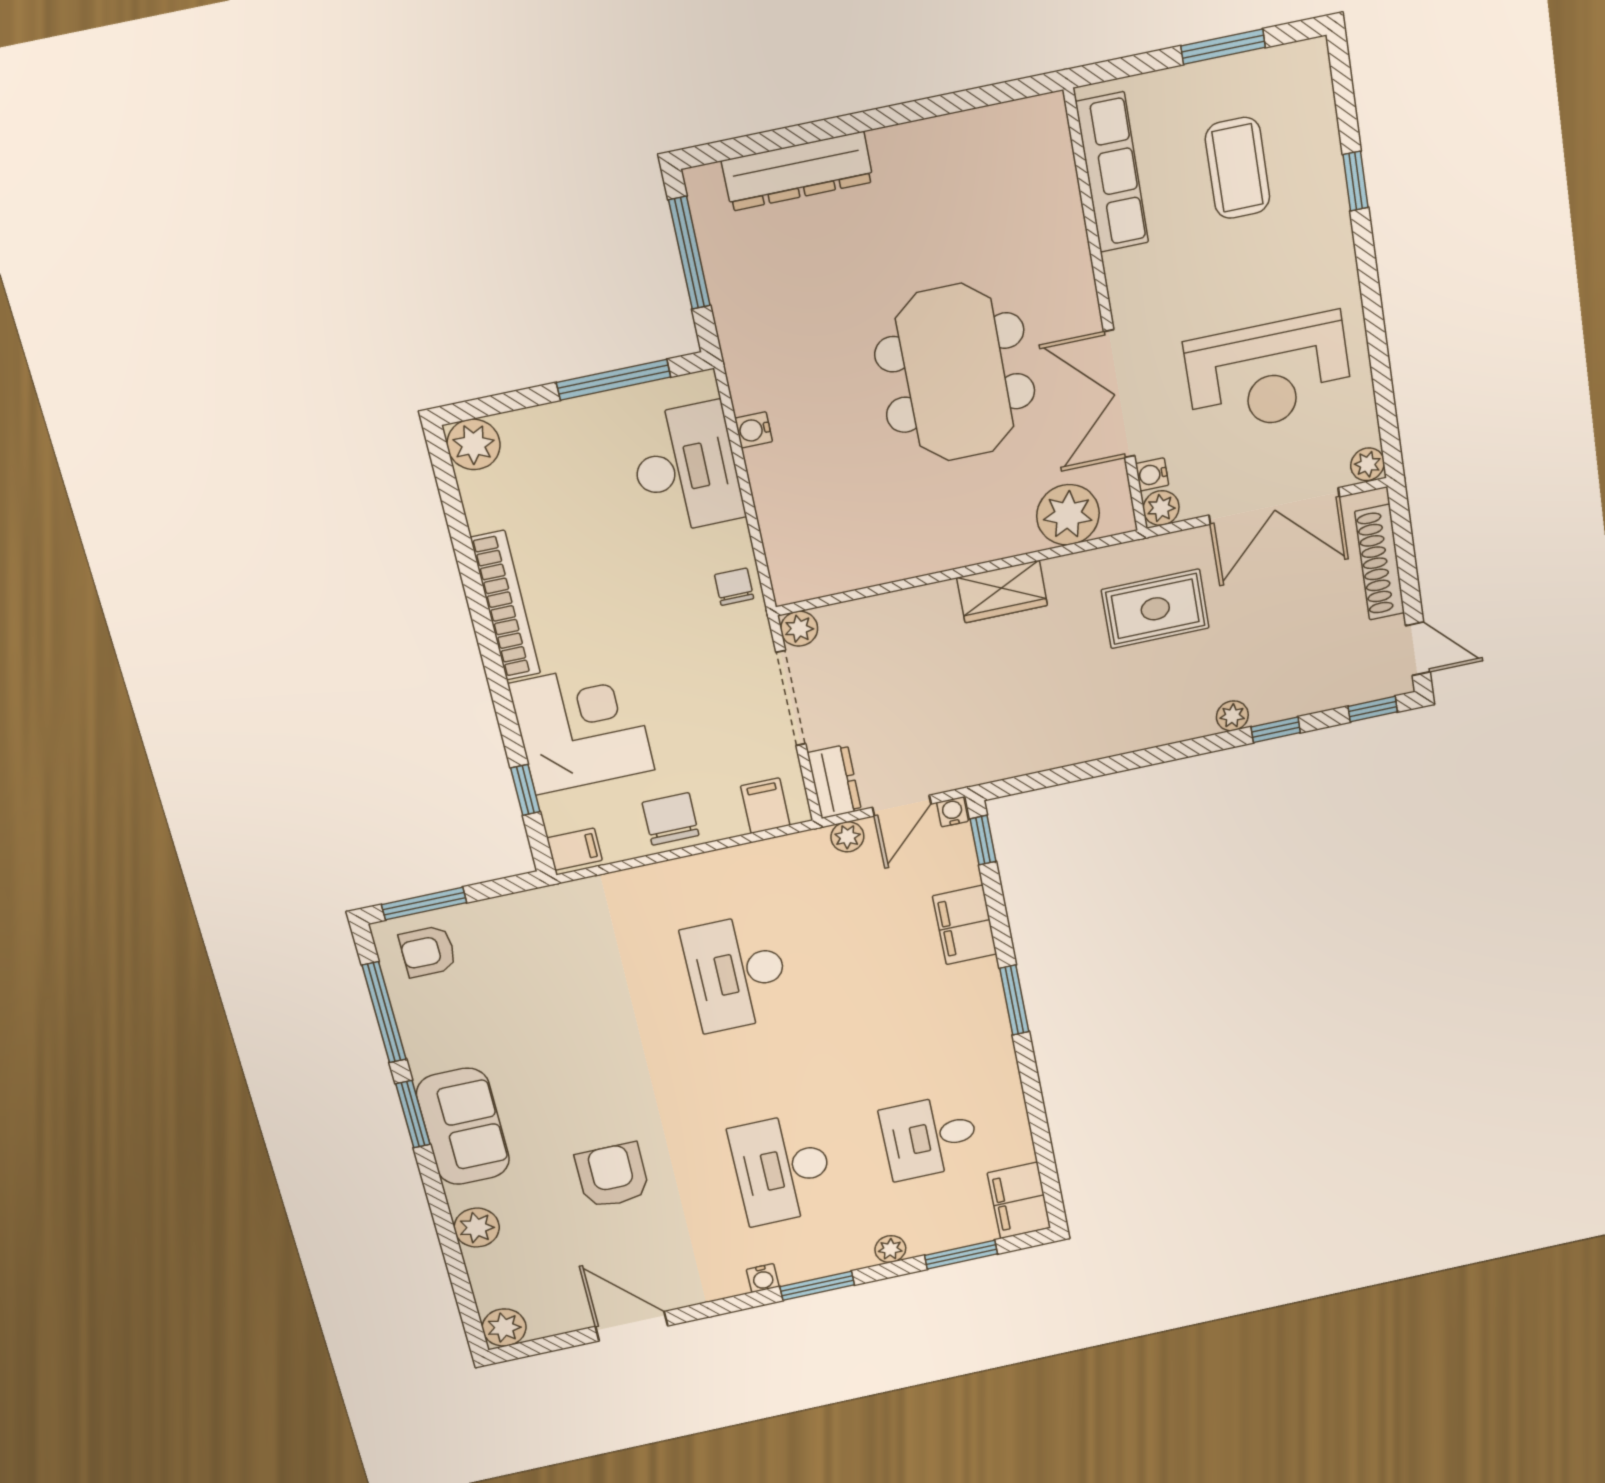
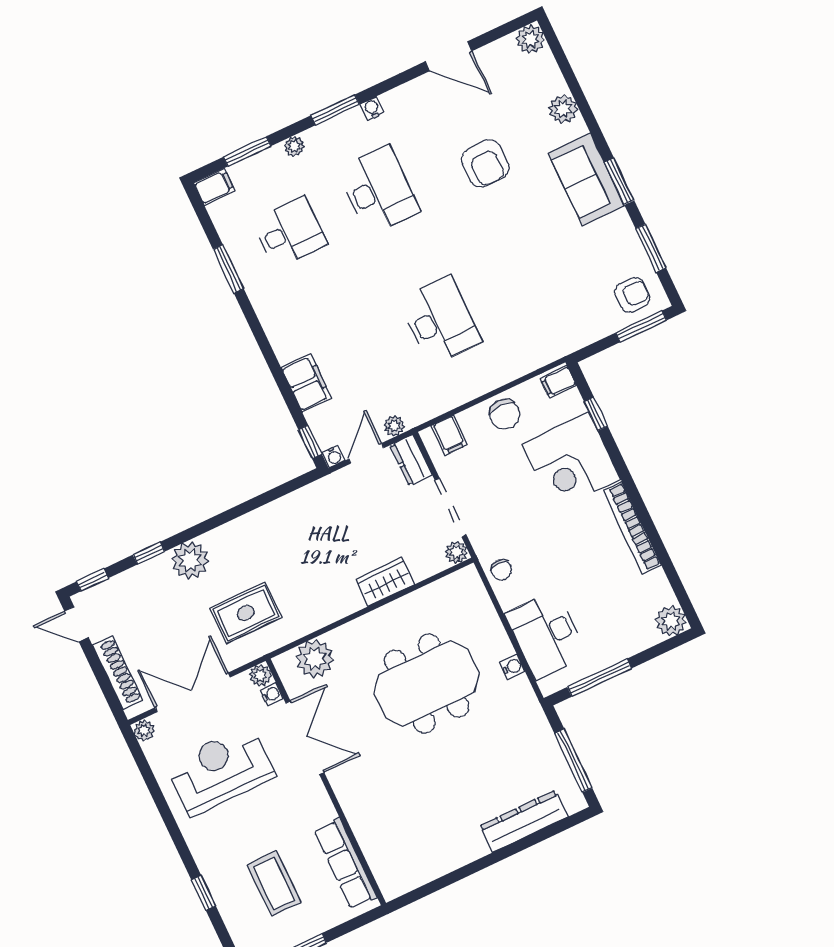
meeting table: (955, 373) -> (427, 684), moved, turned 90
wardrobe: (1002, 592) -> (385, 582), moved
plant: (1232, 716) -> (190, 560), width x1.87, depth x1.87
window: (1014, 1000) -> (228, 269), moved
window: (384, 1012) -> (651, 248), width x0.69
filing cabinet: (1019, 1200) -> (214, 187), width x0.50

